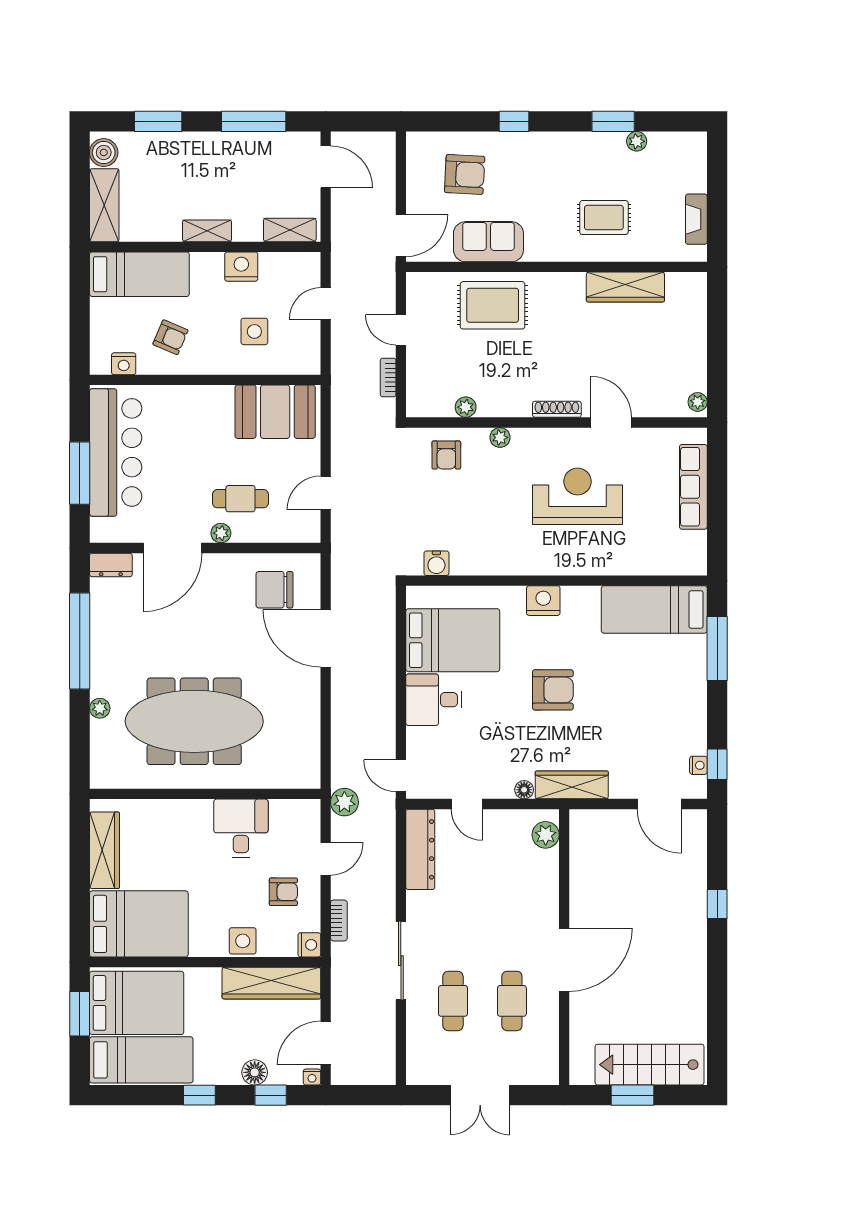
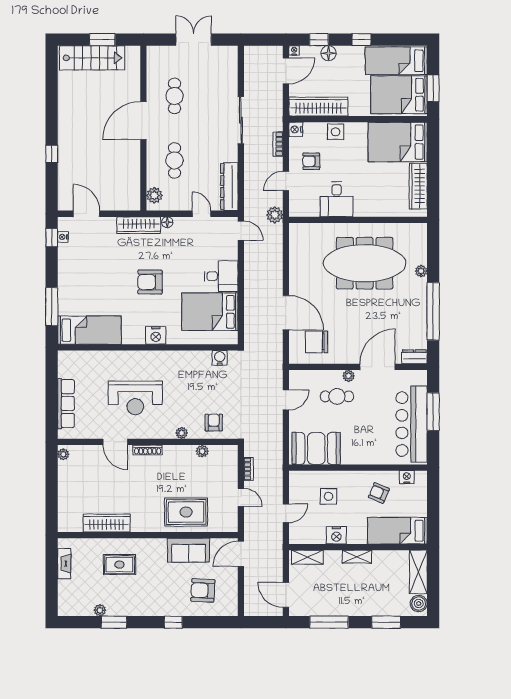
chair: (274, 590) -> (317, 342), turned 180
cafe table: (453, 1001) -> (174, 160), moved

